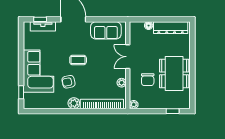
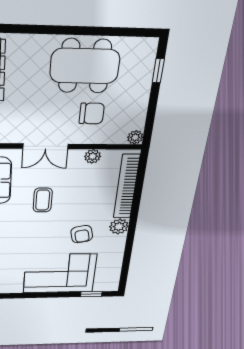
coffee table: (78, 60) -> (43, 200), moved

